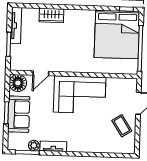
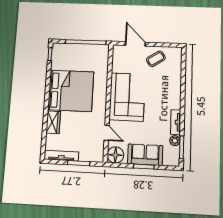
bed: (117, 34) -> (71, 91), moved

